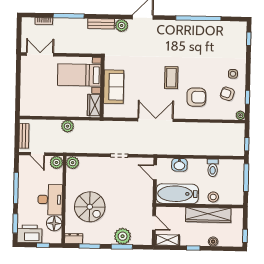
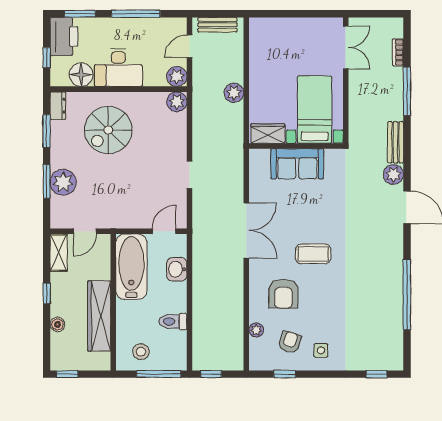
plant: (240, 115) -> (256, 330), moved
stool: (213, 197) -> (141, 352), moved

